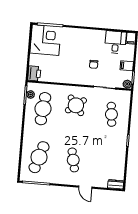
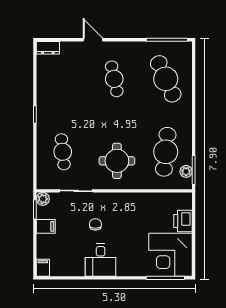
desk: (115, 42) -> (101, 260), moved
printer: (34, 73) -> (183, 221), moved
round table: (76, 105) -> (117, 161), turned 37
cafe table: (39, 157) -> (166, 79), turned -42

